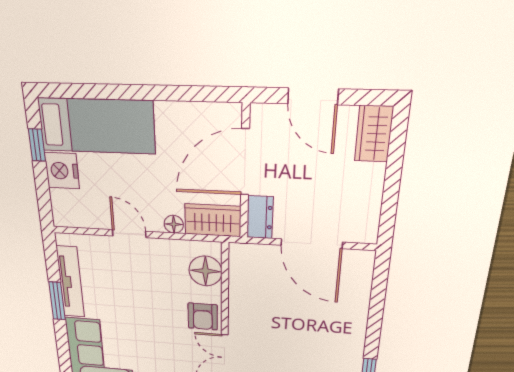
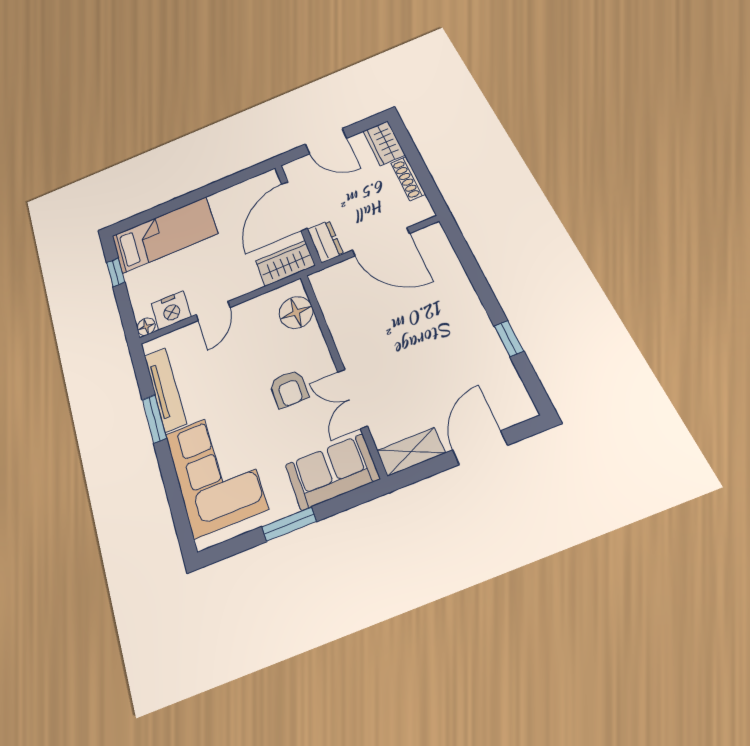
nightstand: (62, 171) -> (171, 310), moved, turned -90
shoe rack: (374, 191) -> (408, 179), added
floor lamp: (174, 224) -> (146, 327), moved
door: (129, 234) -> (213, 311), swing flipped
armchair: (203, 316) -> (289, 389), moved

